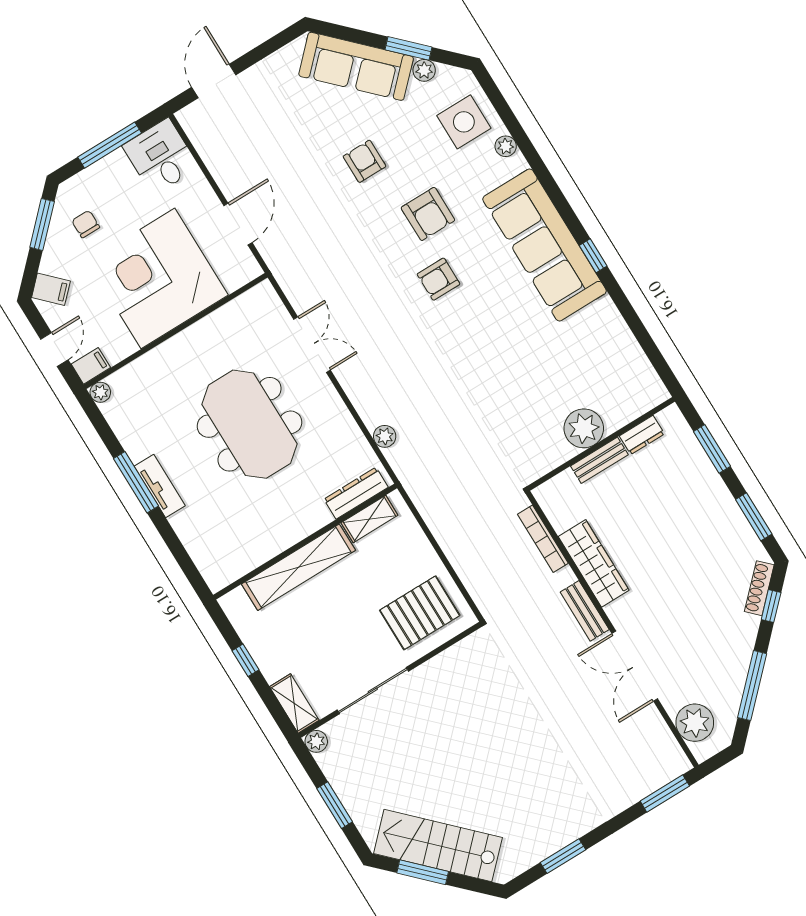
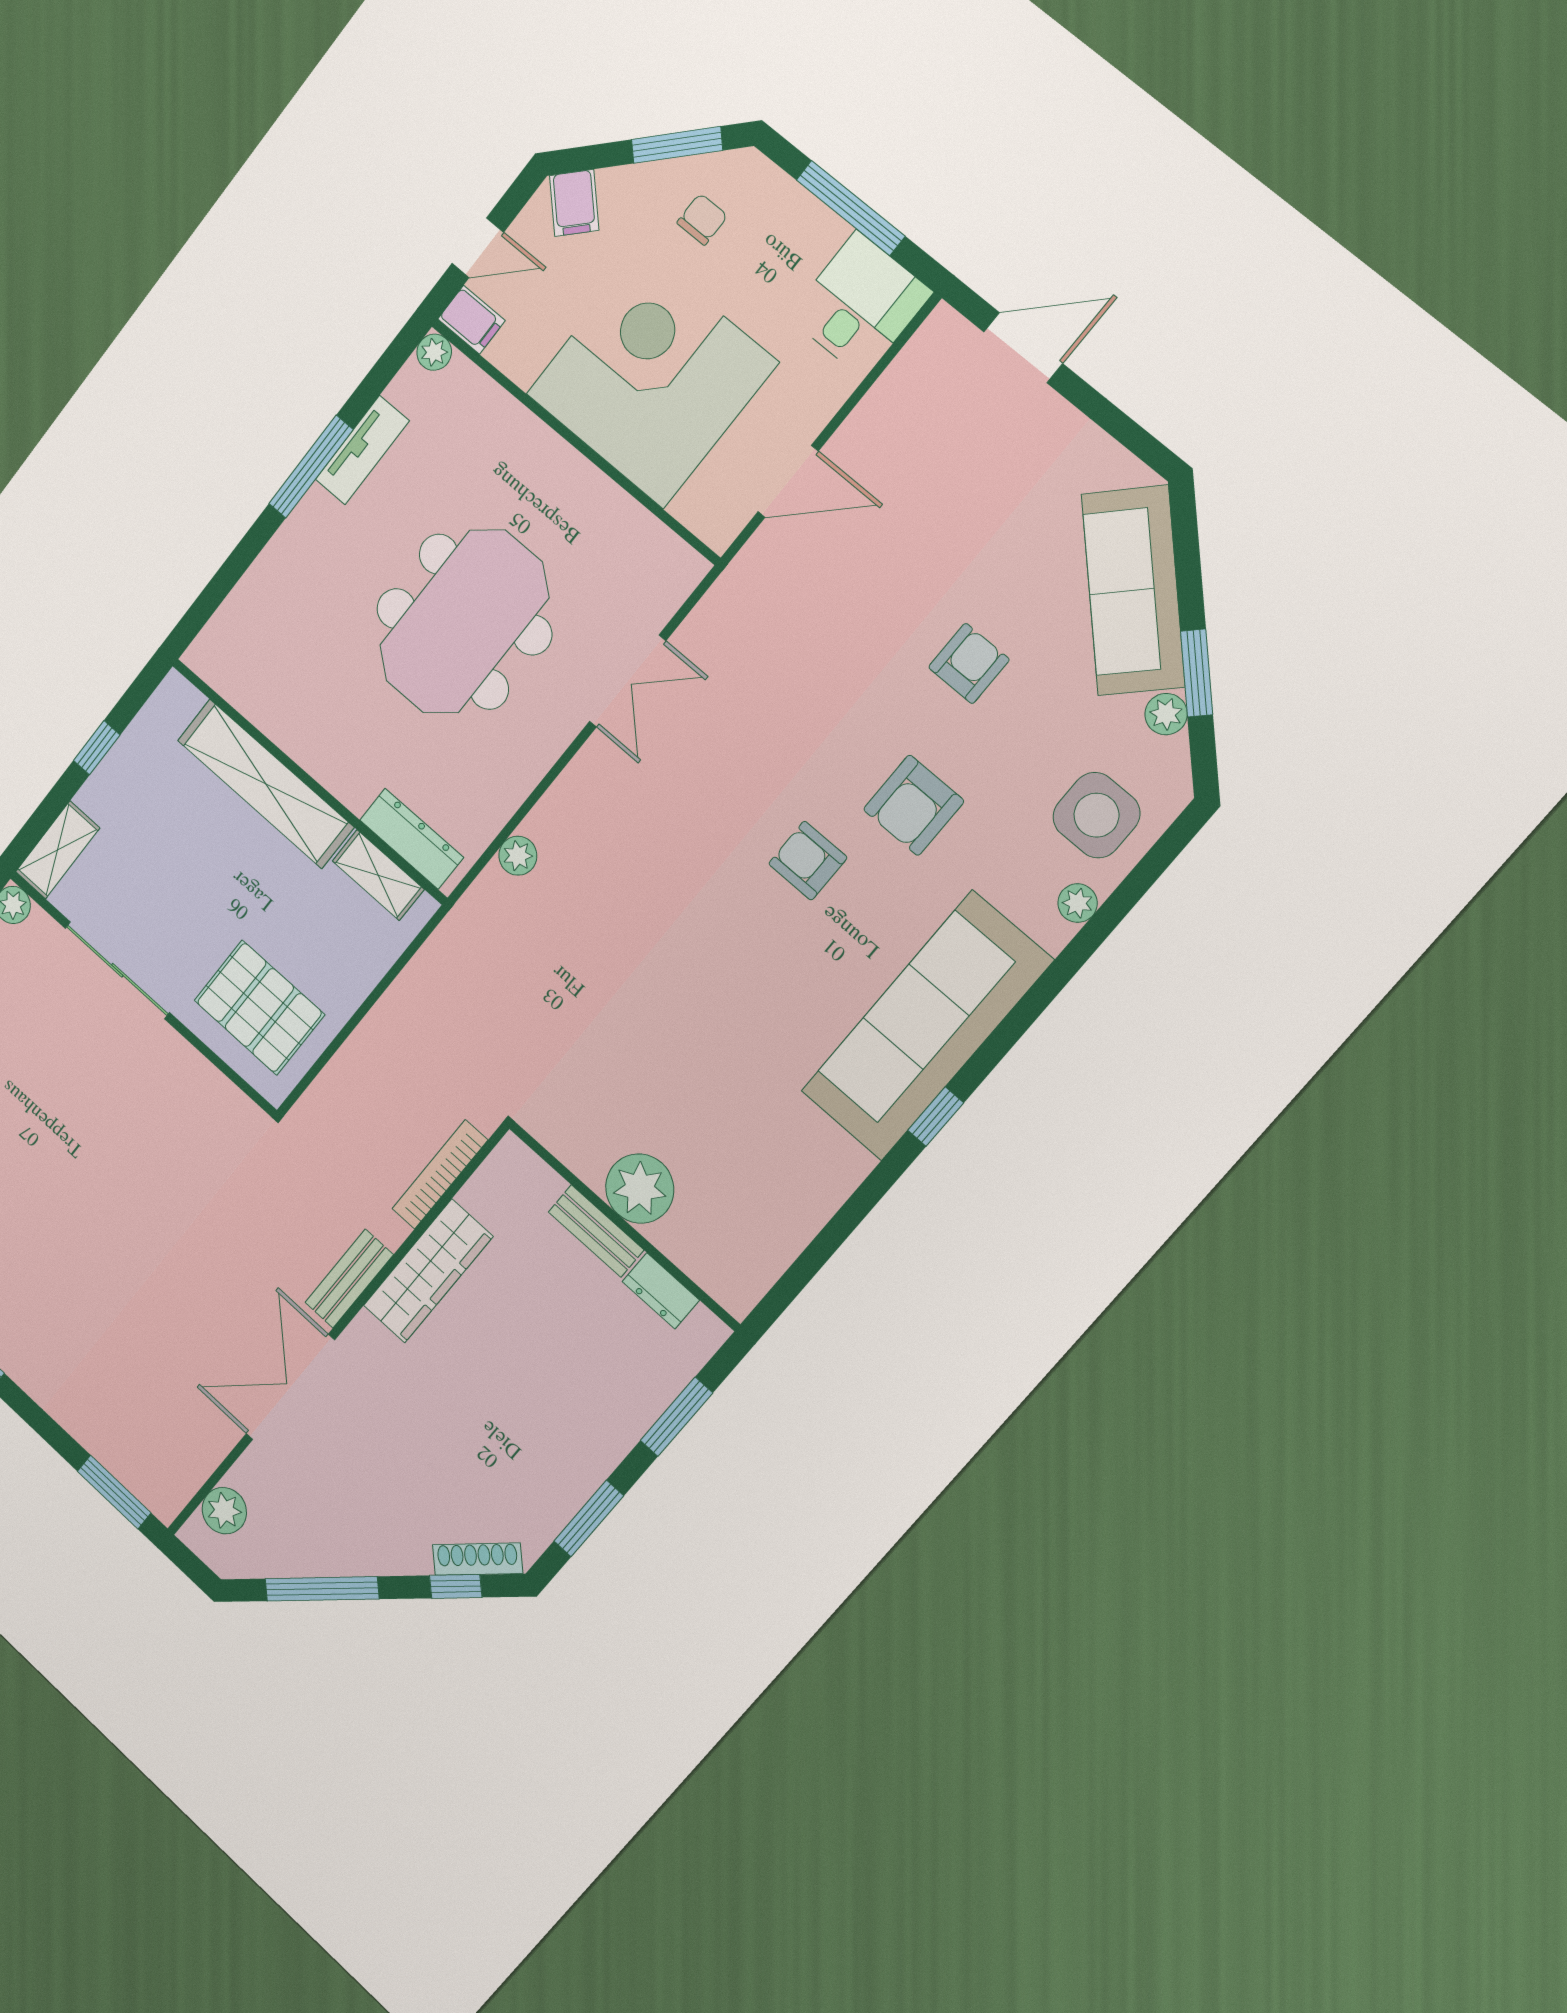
tv unit: (160, 486) -> (362, 450), moved
plant: (695, 723) -> (224, 1511), width x0.73, depth x0.73

